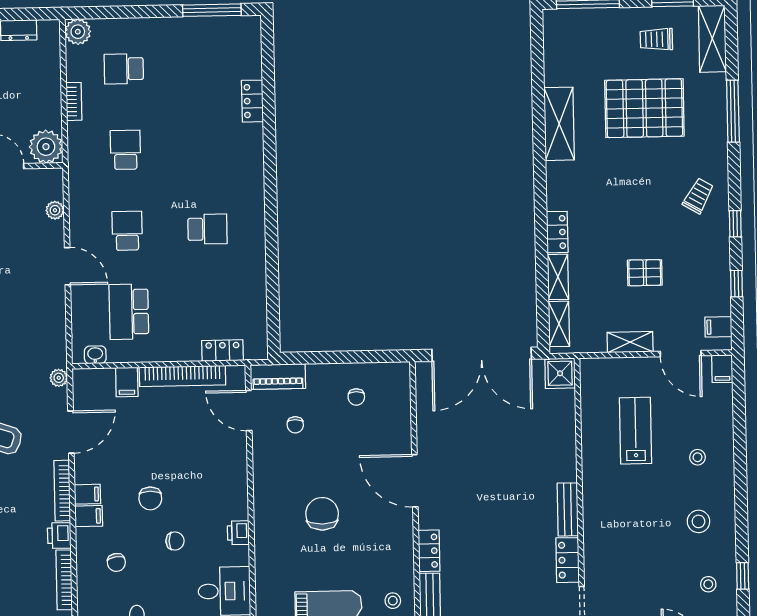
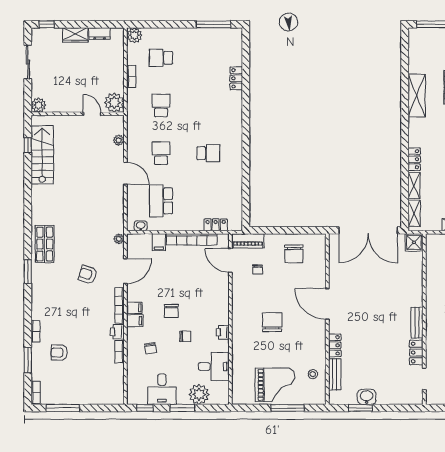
chair: (356, 397) -> (294, 254), width x1.87, depth x1.87
bookcase: (64, 580) -> (120, 352), width x0.64

